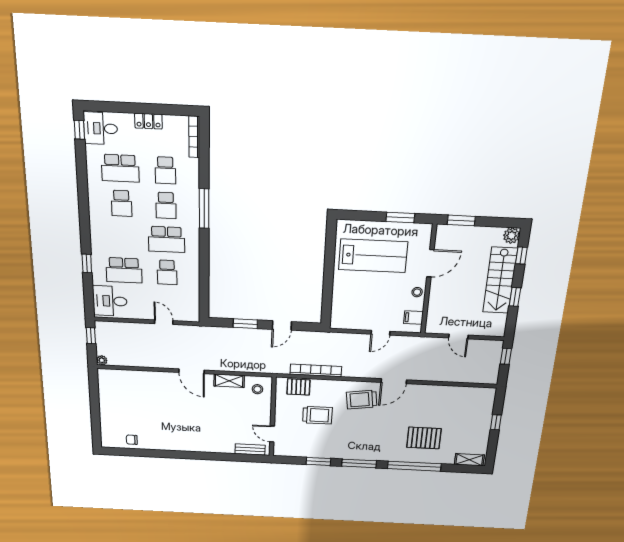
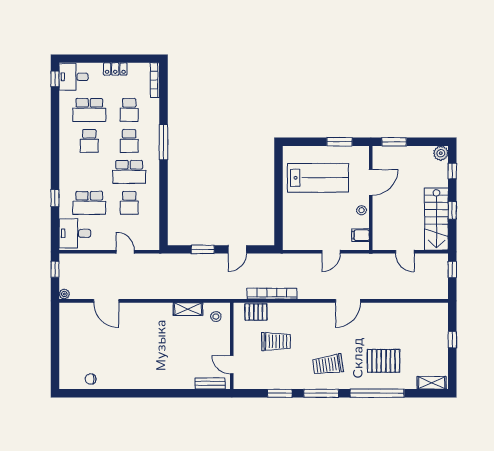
stairs: (500, 280) -> (436, 219), moved
door: (192, 371) -> (106, 301), moved
trolley: (362, 400) -> (328, 365), moved

